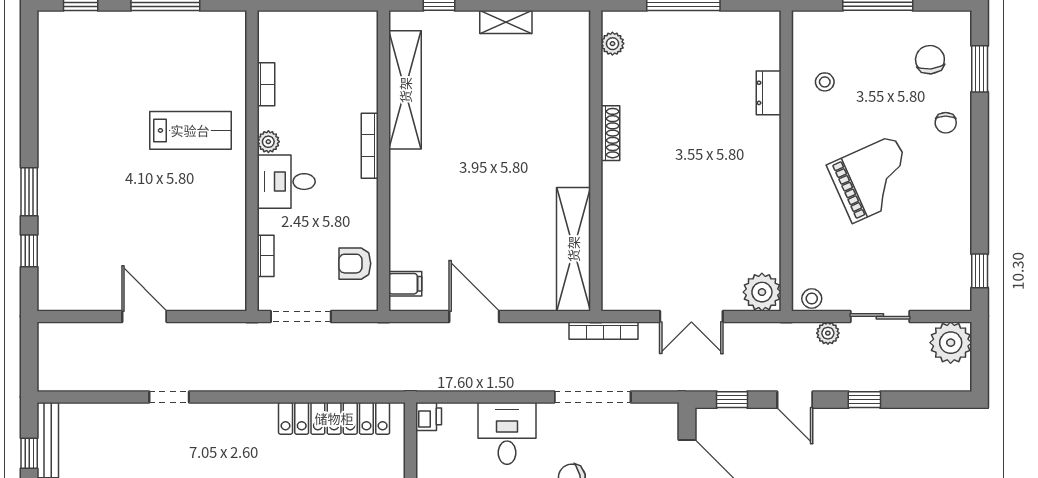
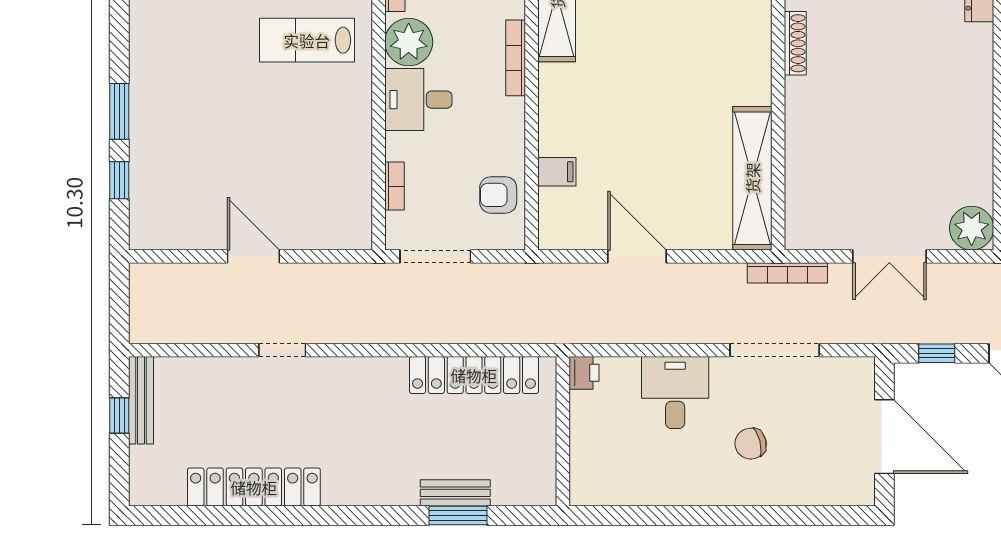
lab bench: (190, 130) -> (307, 40), turned 180
plant: (268, 142) -> (409, 42), width x1.88, depth x1.88
filing cabinet: (405, 284) -> (557, 172), moved

